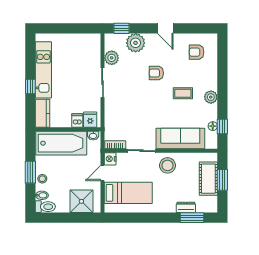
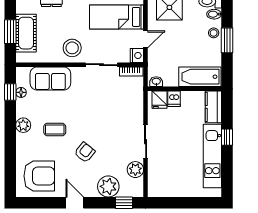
armchair: (197, 52) -> (39, 176), width x1.88, depth x1.88
armchair: (156, 73) -> (85, 152), turned -51
sofa: (180, 138) -> (50, 78), width x0.73
bathtub: (61, 143) -> (200, 77), width x0.73, depth x0.73

